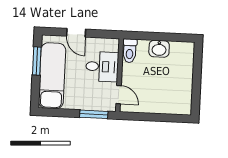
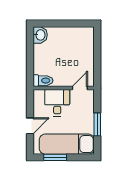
washbasin: (159, 49) -> (40, 35), moved
window: (94, 114) -> (97, 124), moved

